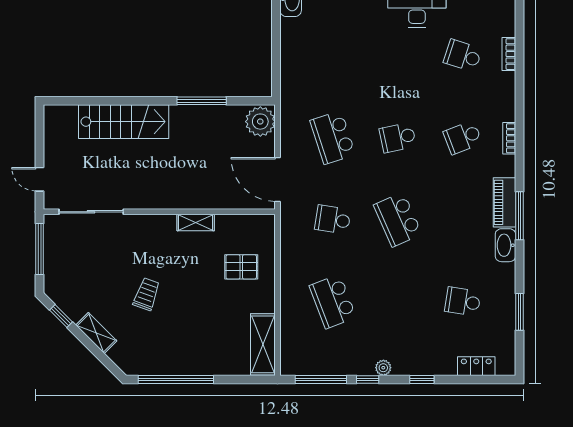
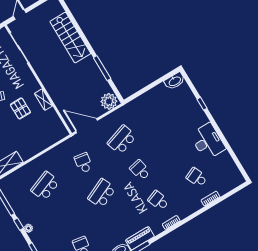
school desk: (463, 56) -> (197, 177), turned -42
door: (278, 179) -> (87, 126), hinge flipped
pallet: (241, 267) -> (20, 108), moved

